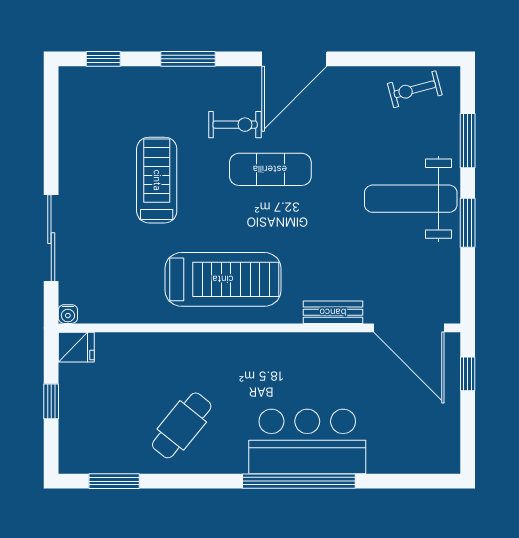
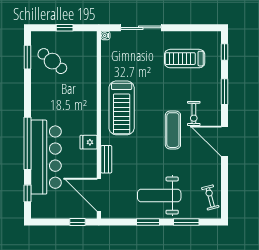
treadmill: (157, 180) -> (185, 59), moved, turned 180
weight bench: (411, 199) -> (159, 196), turned -90
door: (409, 328) -> (99, 195), hinge flipped
fridge: (76, 347) -> (89, 142), moved, turned 90
cafe table: (182, 425) -> (52, 61), moved
bar counter: (307, 441) -> (46, 157), width x1.36
window: (406, 481) -> (27, 193), added

